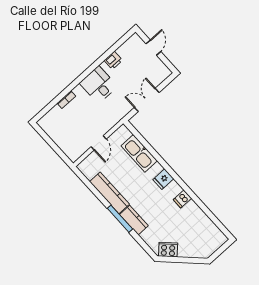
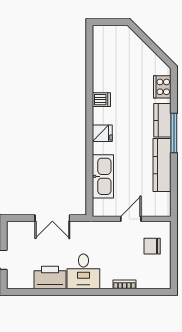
printer: (113, 60) -> (50, 278), width x1.87, depth x1.48
chair: (71, 138) -> (152, 246), added
cooker: (168, 250) -> (162, 87), moved, turned 45

